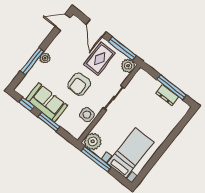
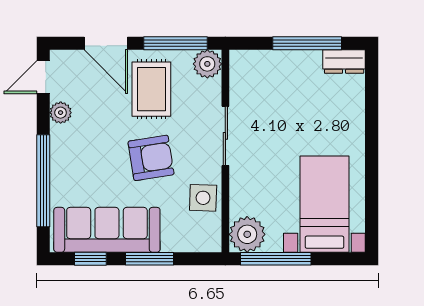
plant: (45, 58) -> (61, 113), moved
window: (32, 61) -> (43, 181), width x1.46
armchair: (79, 84) -> (151, 158), turned -99
dresser: (167, 95) -> (344, 62), moved
sofa: (47, 102) -> (107, 230), width x1.36

